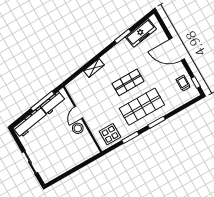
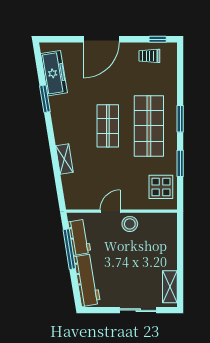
door: (79, 112) -> (110, 211), swing flipped
shelving: (54, 173) -> (170, 287), added

